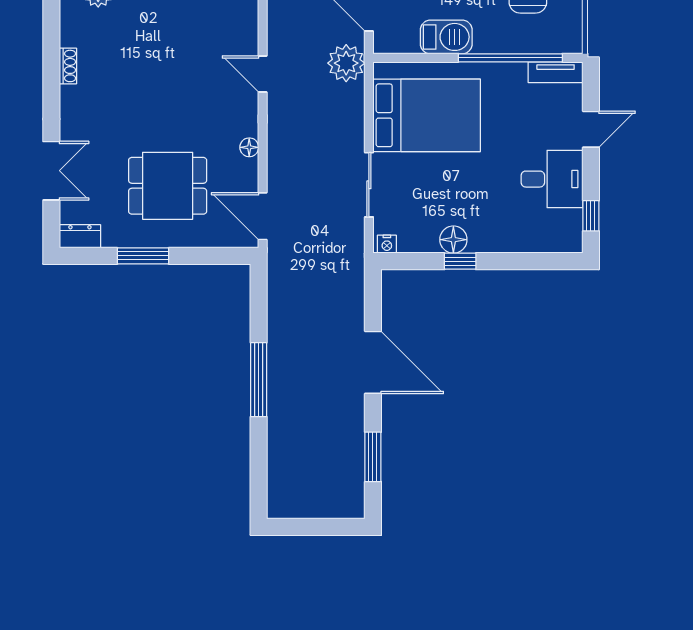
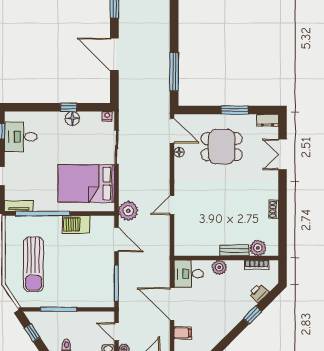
door: (263, 74) -> (172, 205), swing flipped
floor lamp: (249, 147) -> (179, 152), moved
desk: (552, 179) -> (21, 137), moved
window: (259, 380) -> (174, 72), moved

